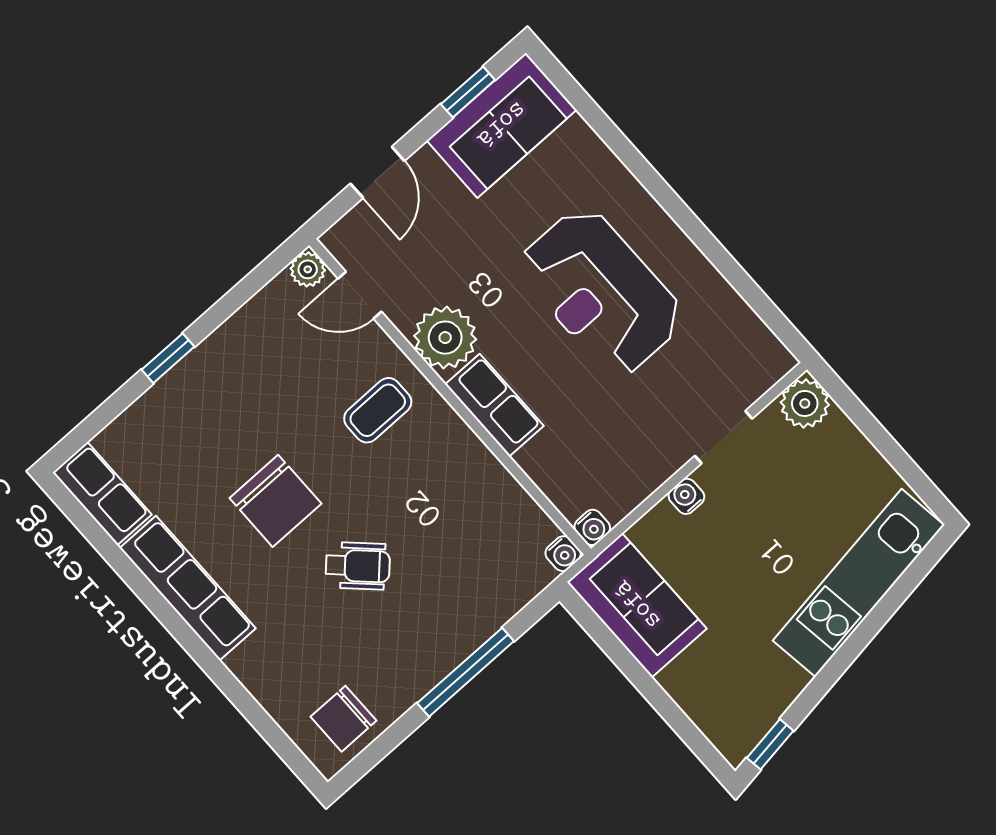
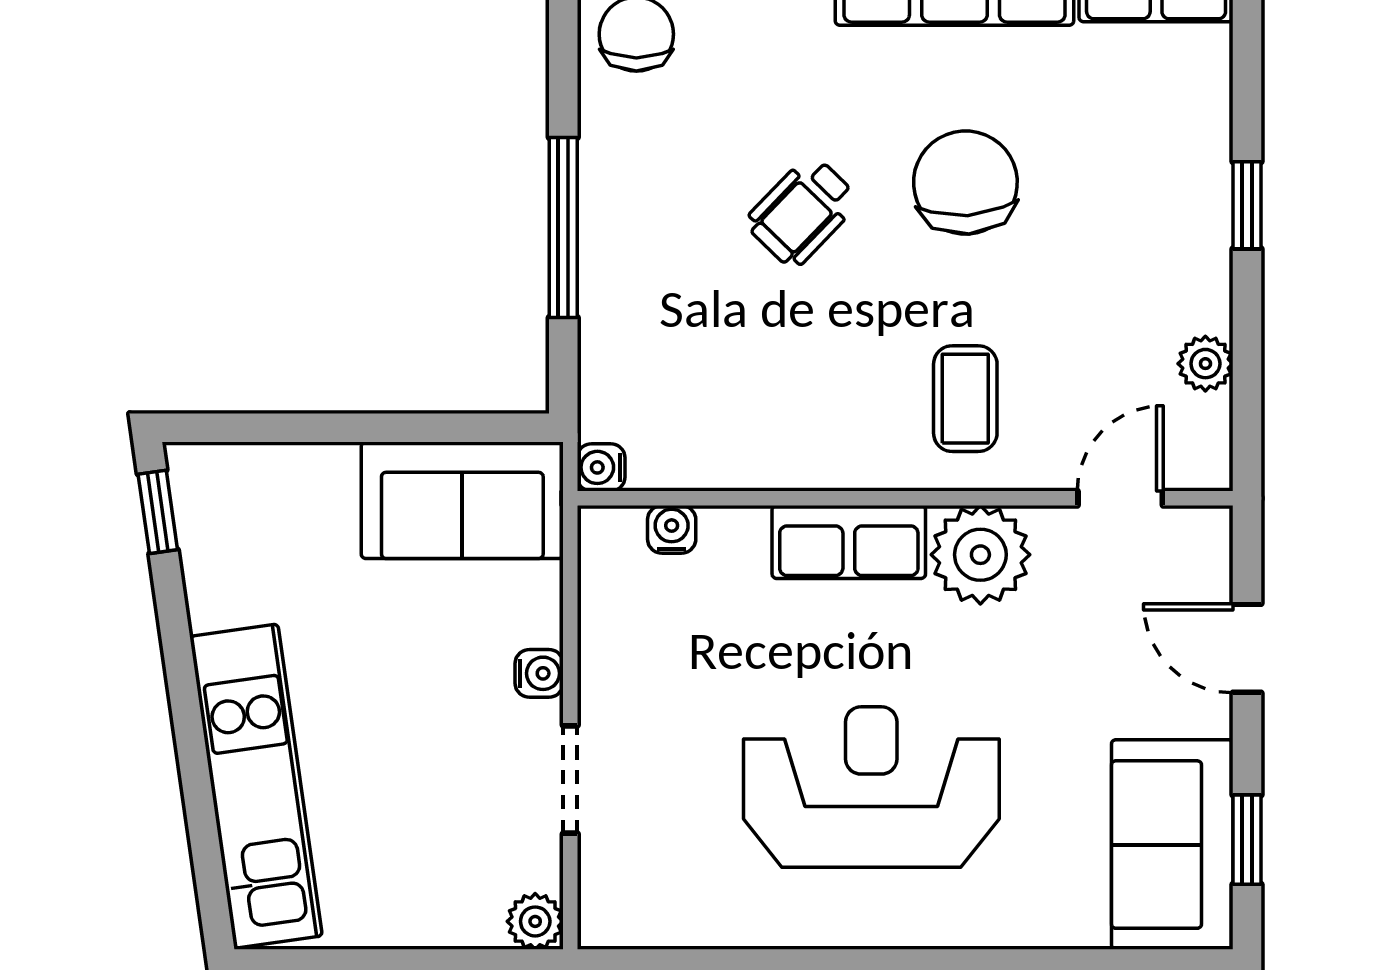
plant: (308, 269) -> (1205, 364), moved
plant: (805, 403) -> (535, 921), width x0.73, depth x0.73
chair: (275, 501) -> (965, 182), turned 86
water cooler: (592, 527) -> (672, 529), moved, turned 90

